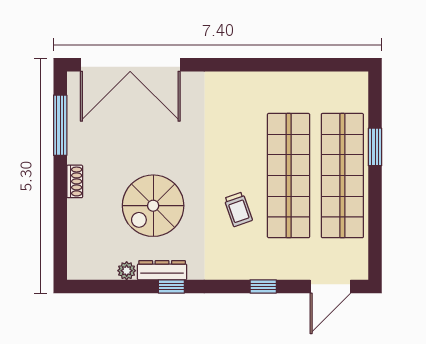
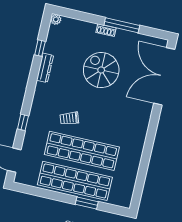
window: (60, 125) -> (122, 25), moved
spiral stairs: (153, 206) -> (101, 70), moved
plant: (127, 271) -> (56, 19), moved
window: (171, 286) -> (40, 48), moved

